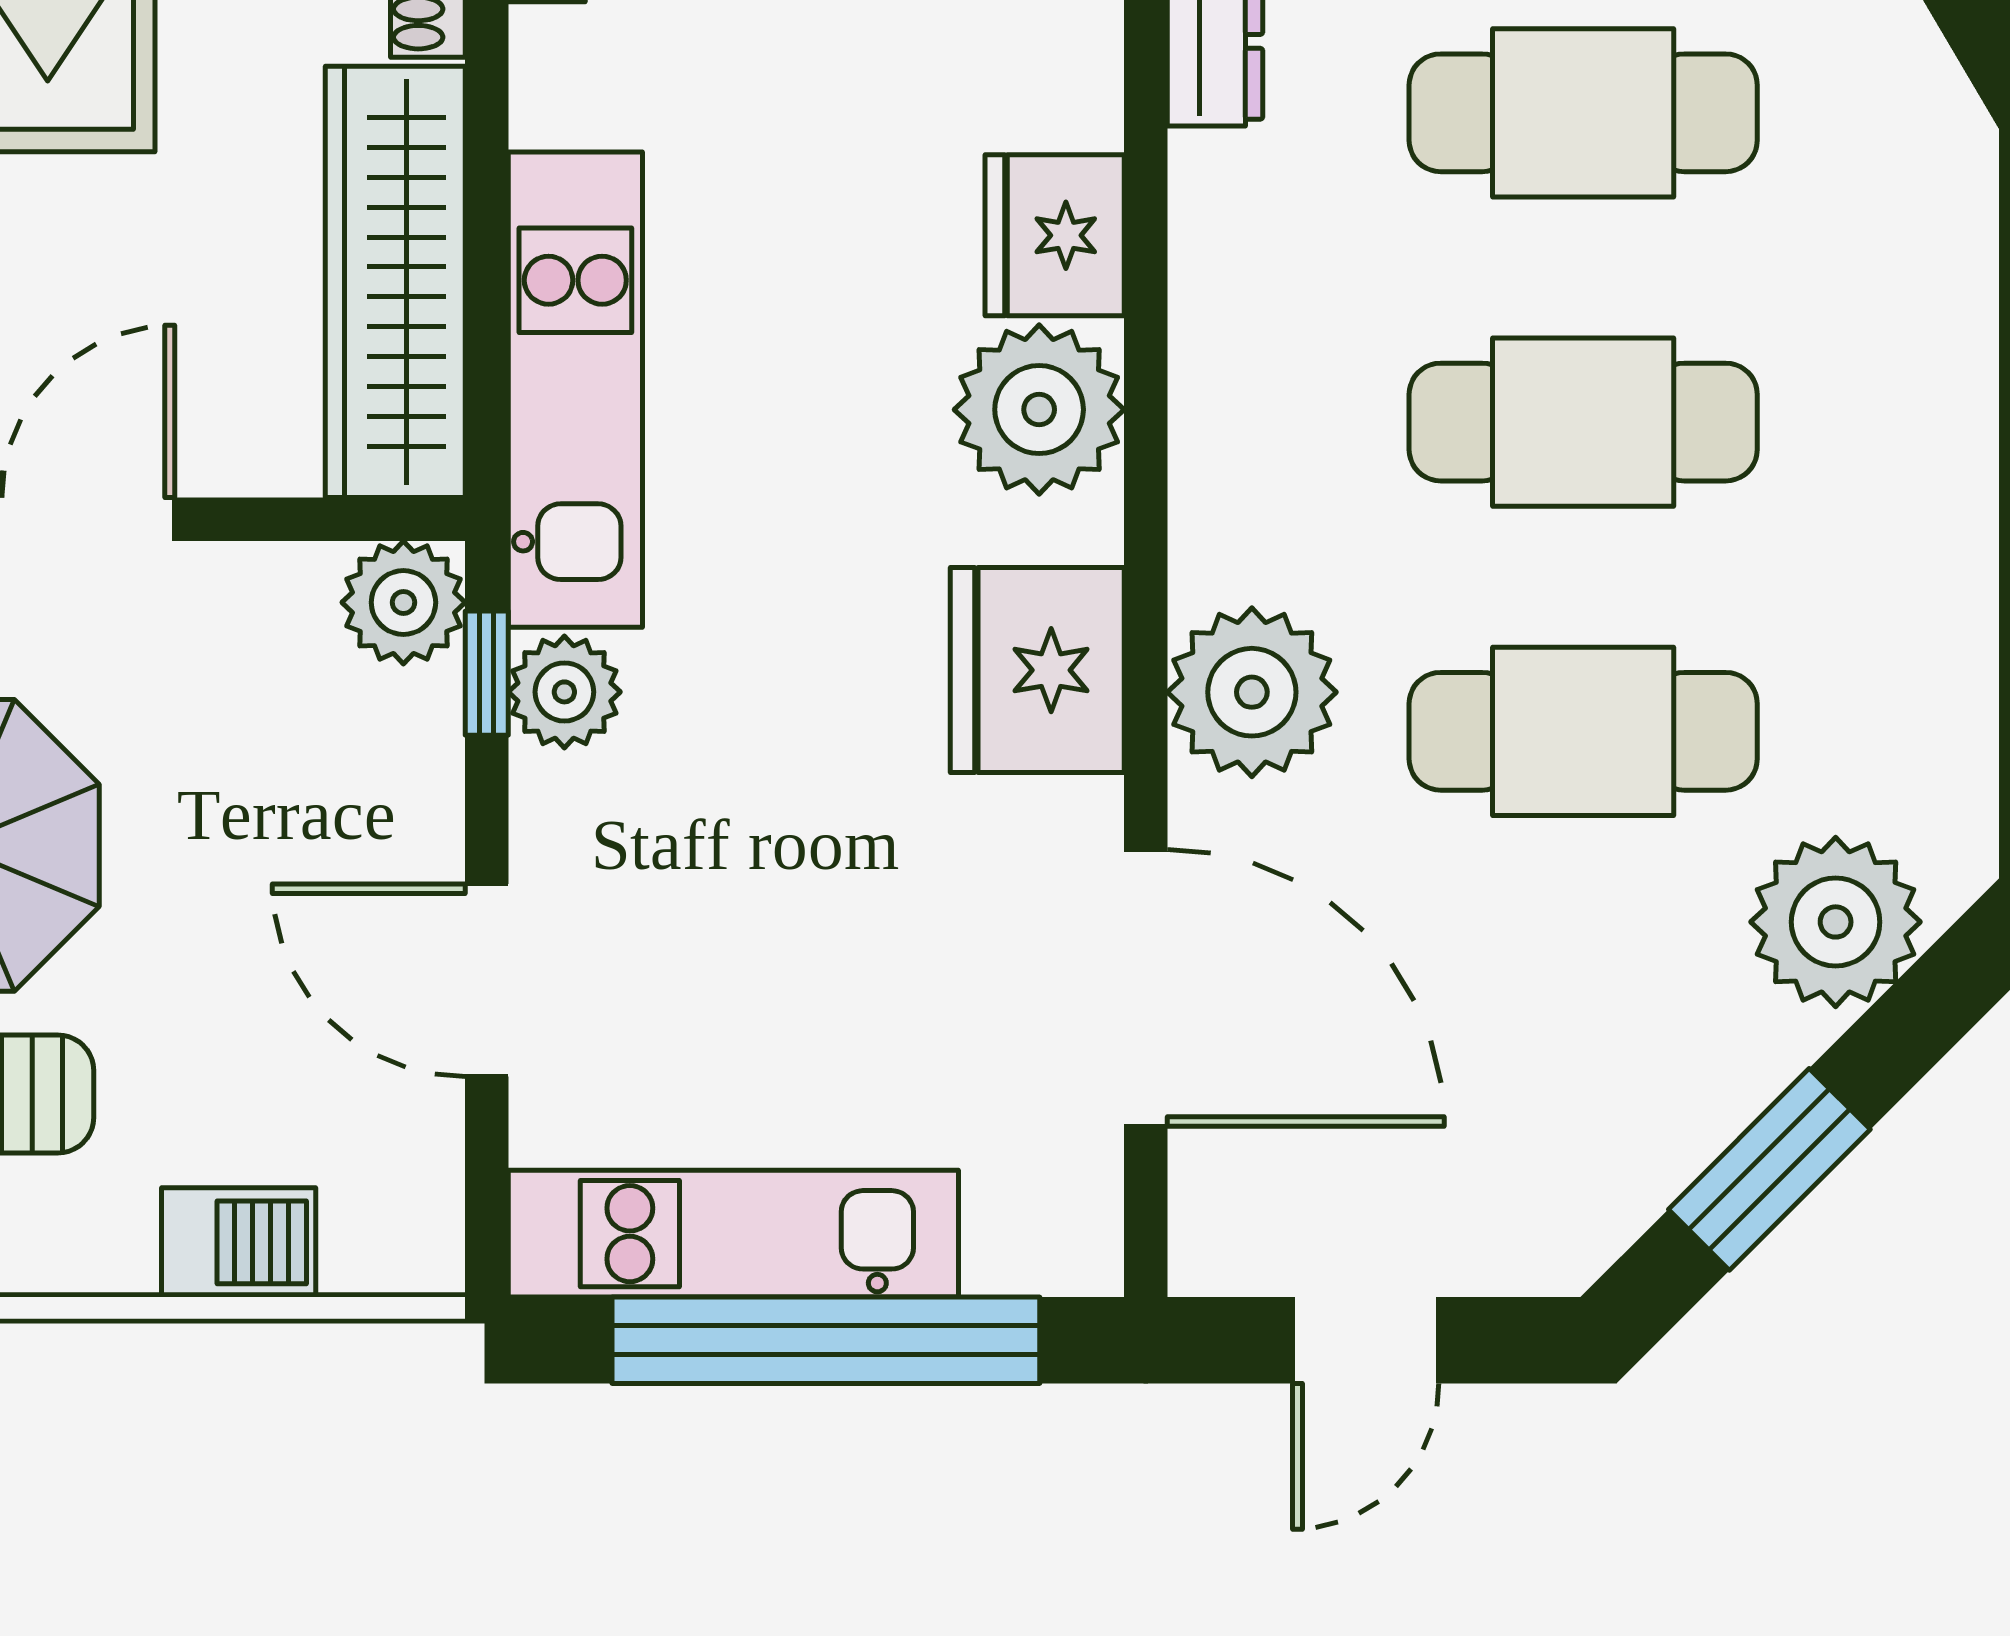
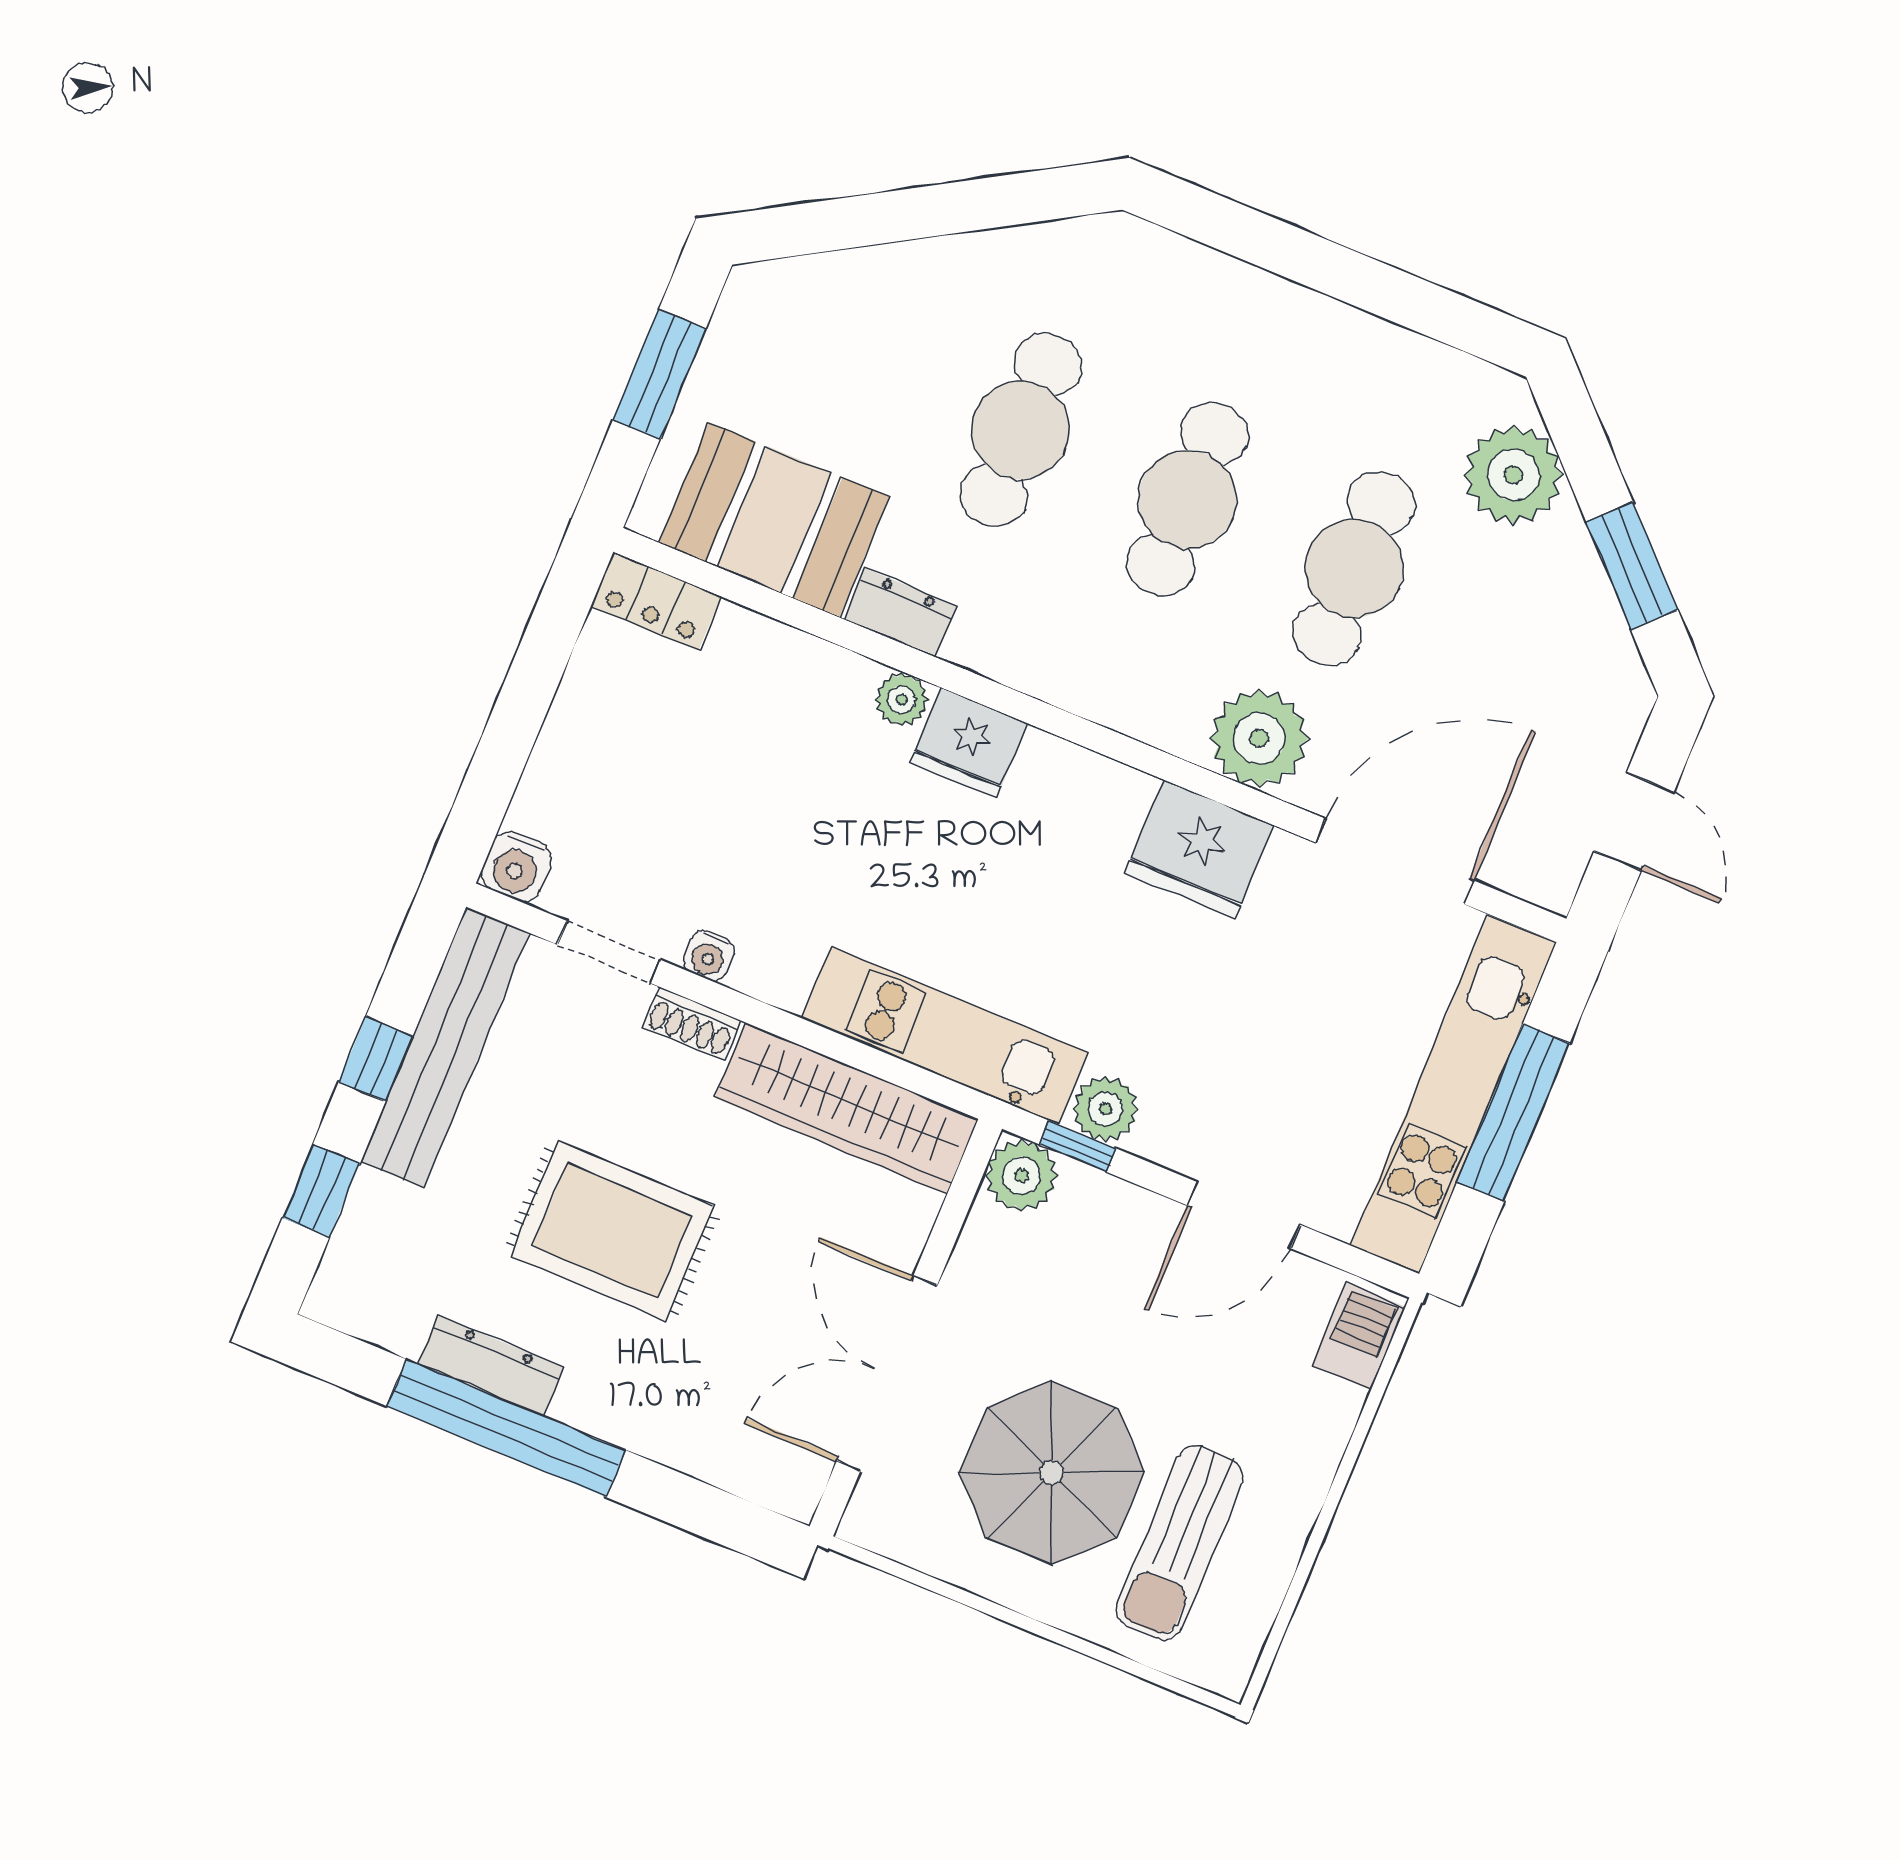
plant: (1039, 410) -> (902, 699), moved, width x0.53, depth x0.53
kitchen unit: (733, 1234) -> (1454, 1095), width x1.36
barbecue: (239, 1242) -> (1359, 1336), moved
window: (826, 1340) -> (1513, 1113), width x0.68

